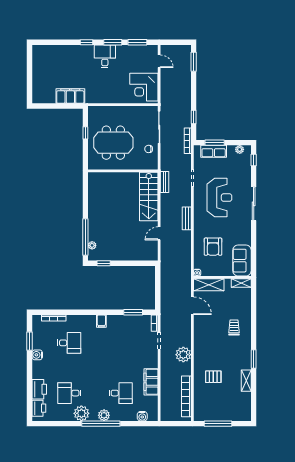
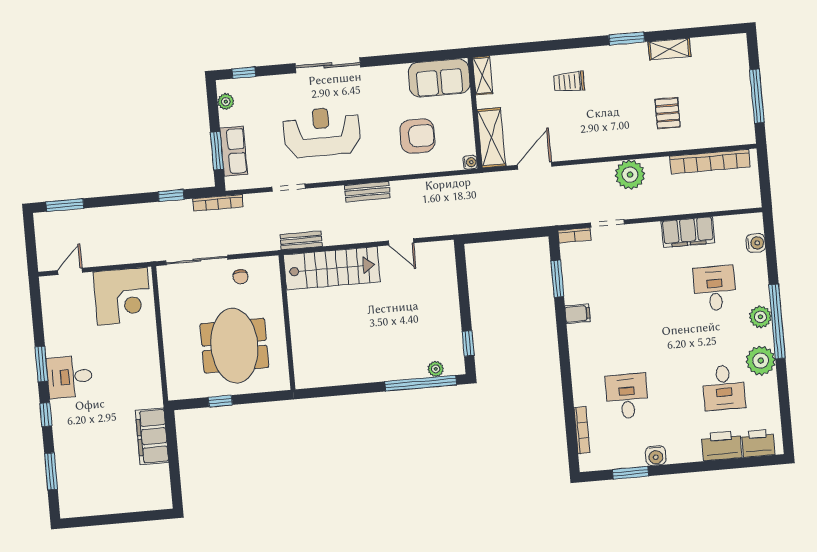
window: (137, 42) -> (51, 471), moved
filing cabinet: (101, 321) -> (578, 314), moved

